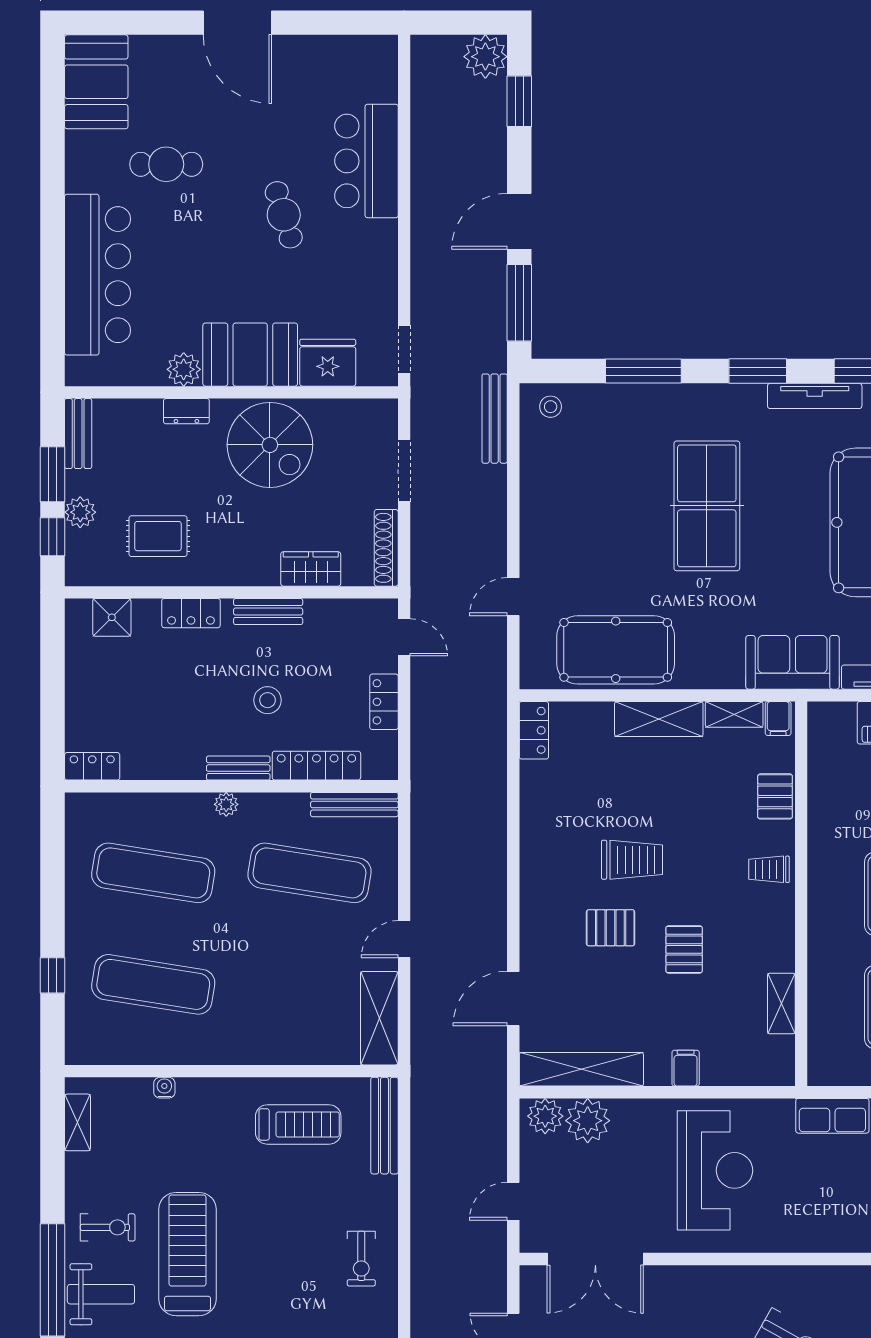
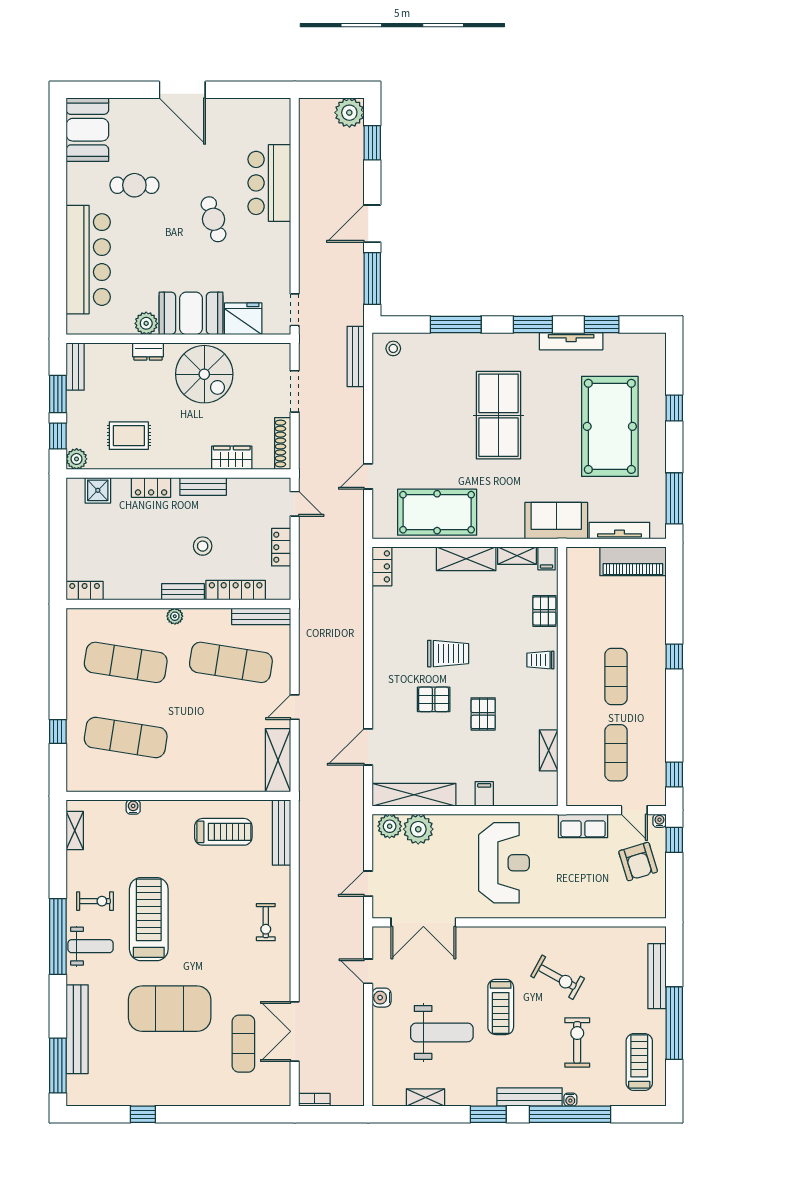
plant: (80, 512) -> (77, 459), moved

